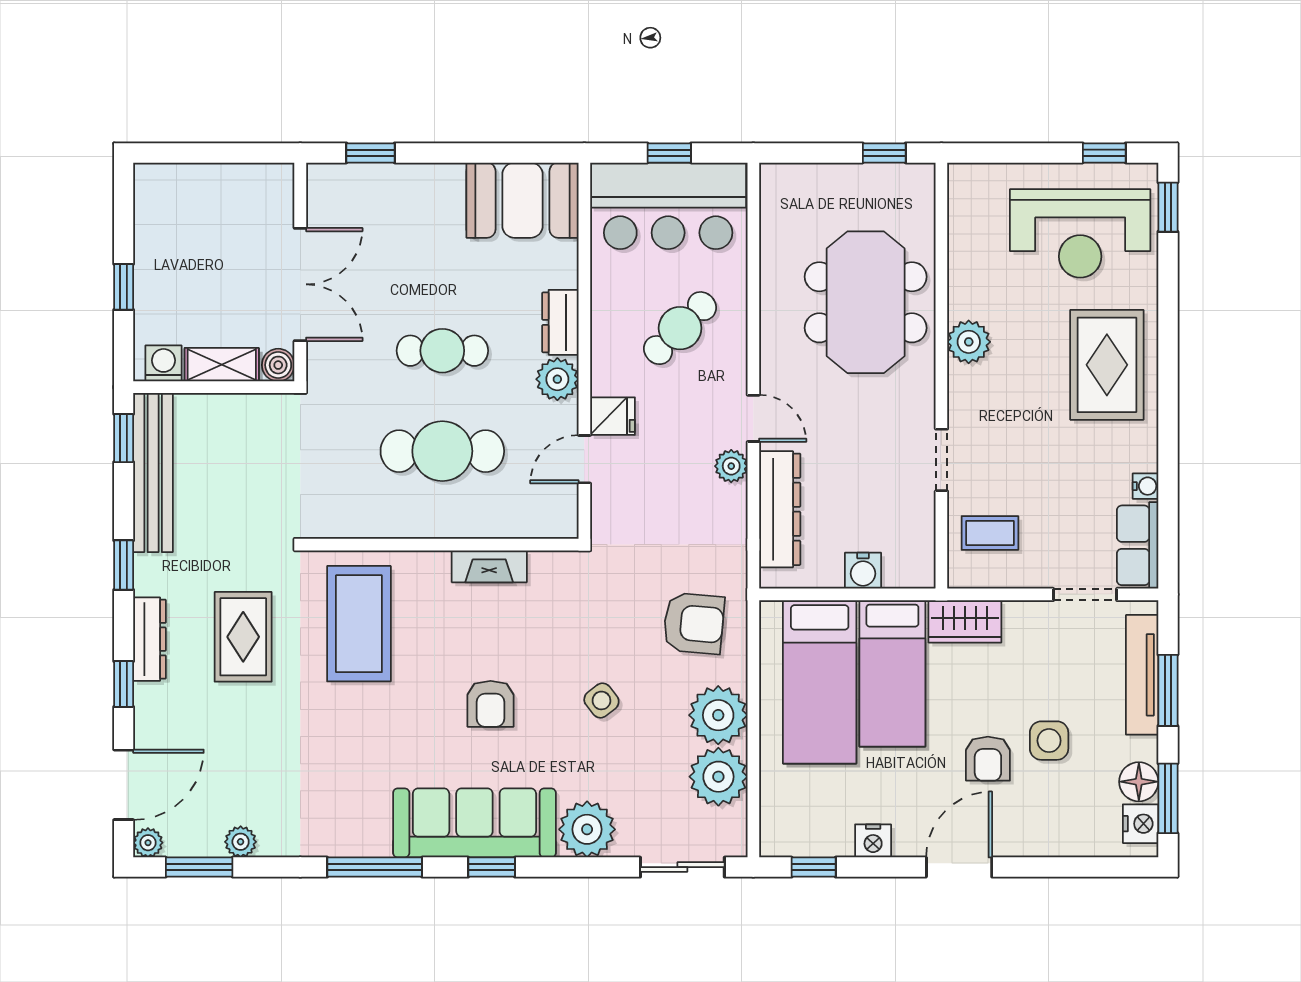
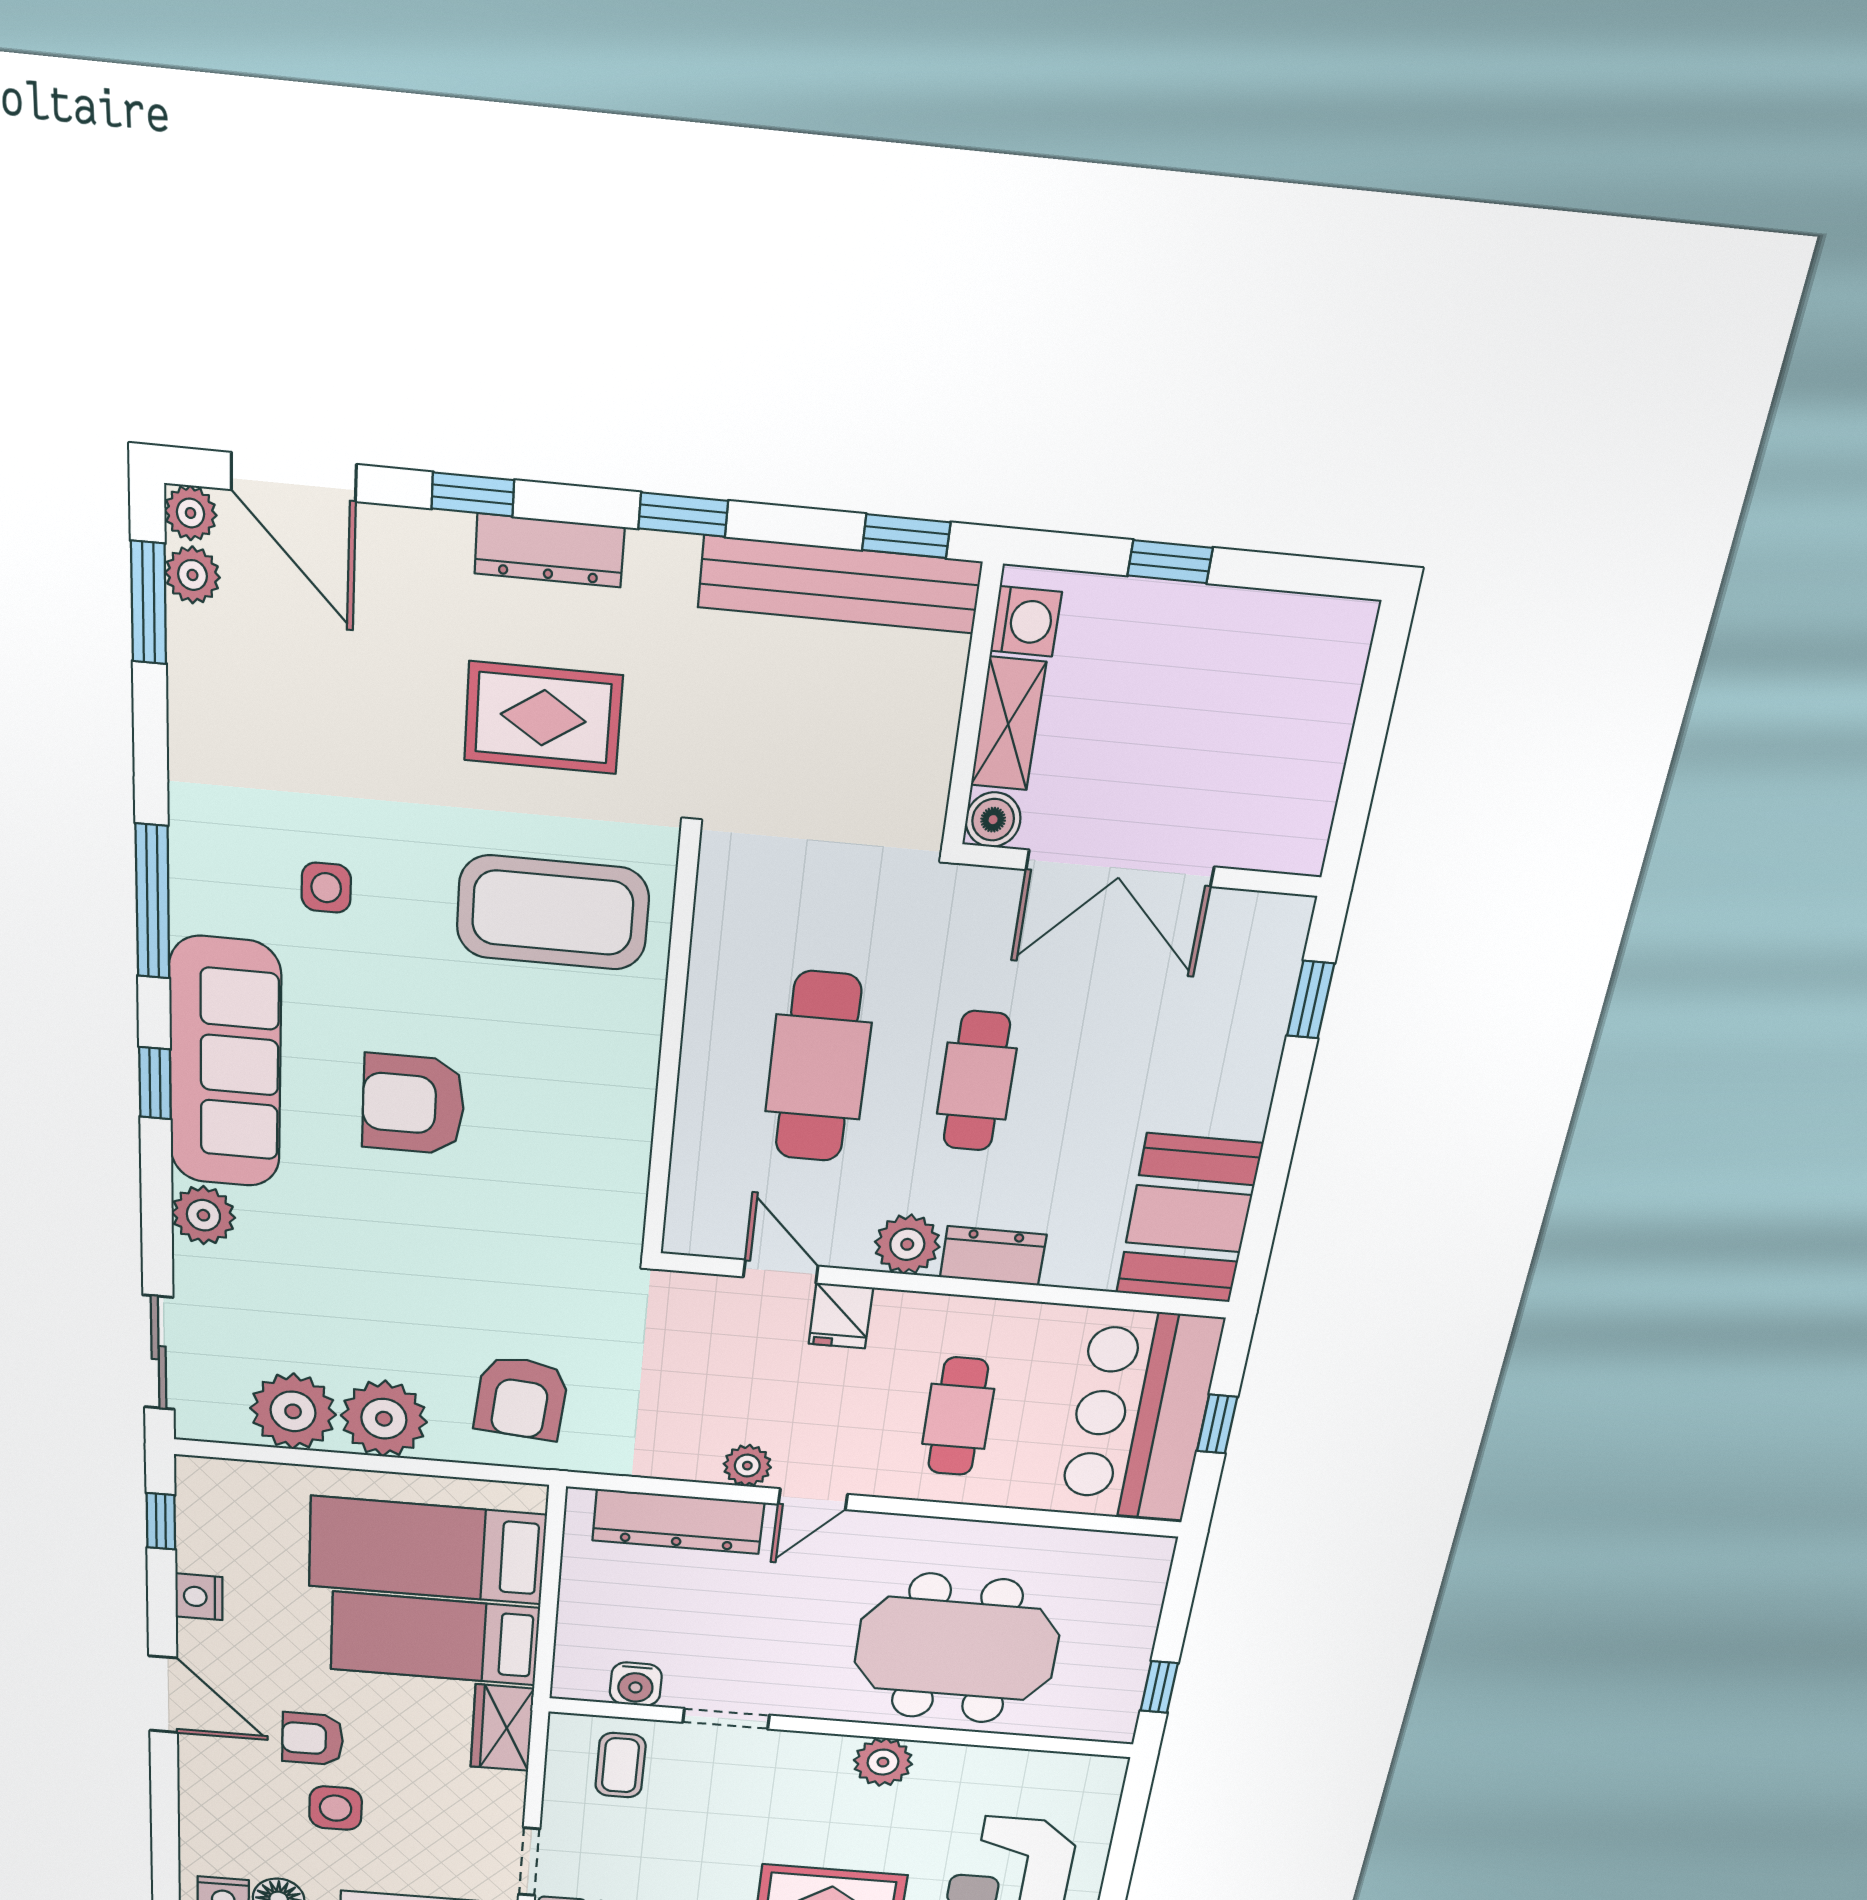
cafe table: (680, 328) -> (958, 1417), turned 45
fireplace: (489, 566) -> (629, 1121), removed
water cooler: (863, 571) -> (636, 1684), moved, turned -90
side table: (601, 700) -> (326, 888), moved, turned 38
armchair: (491, 704) -> (413, 1104), width x1.38, depth x1.38
plant: (587, 829) -> (203, 1215), width x0.73, depth x0.73
plant: (241, 842) -> (192, 575), moved

